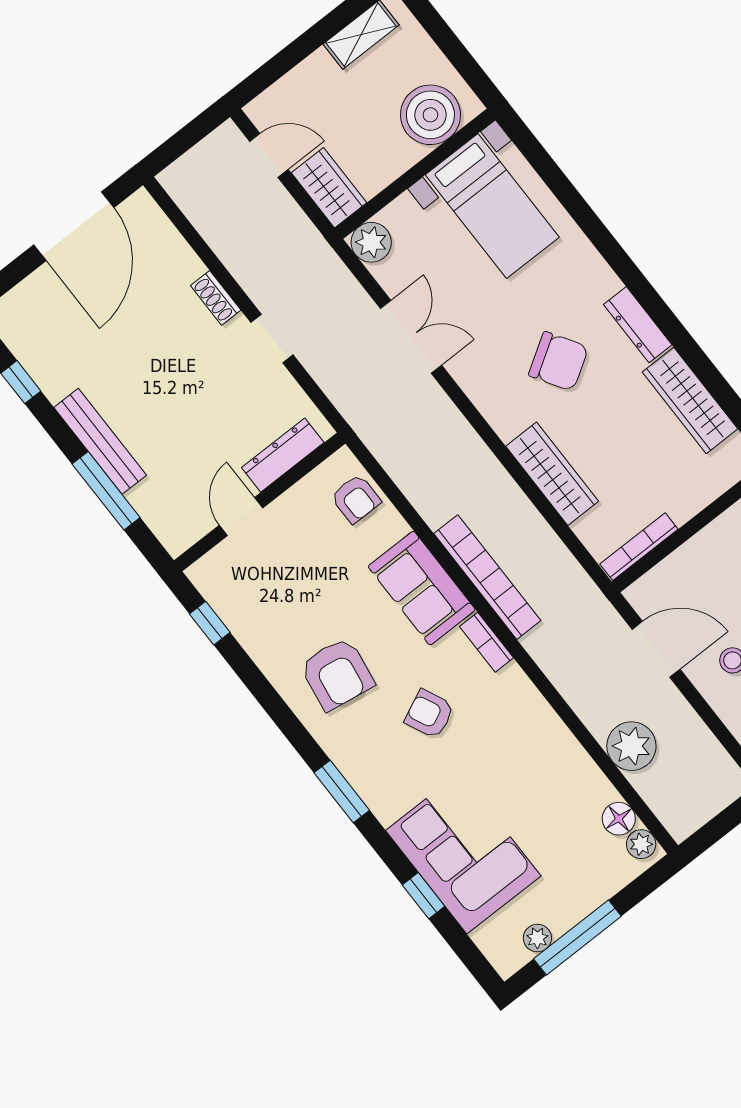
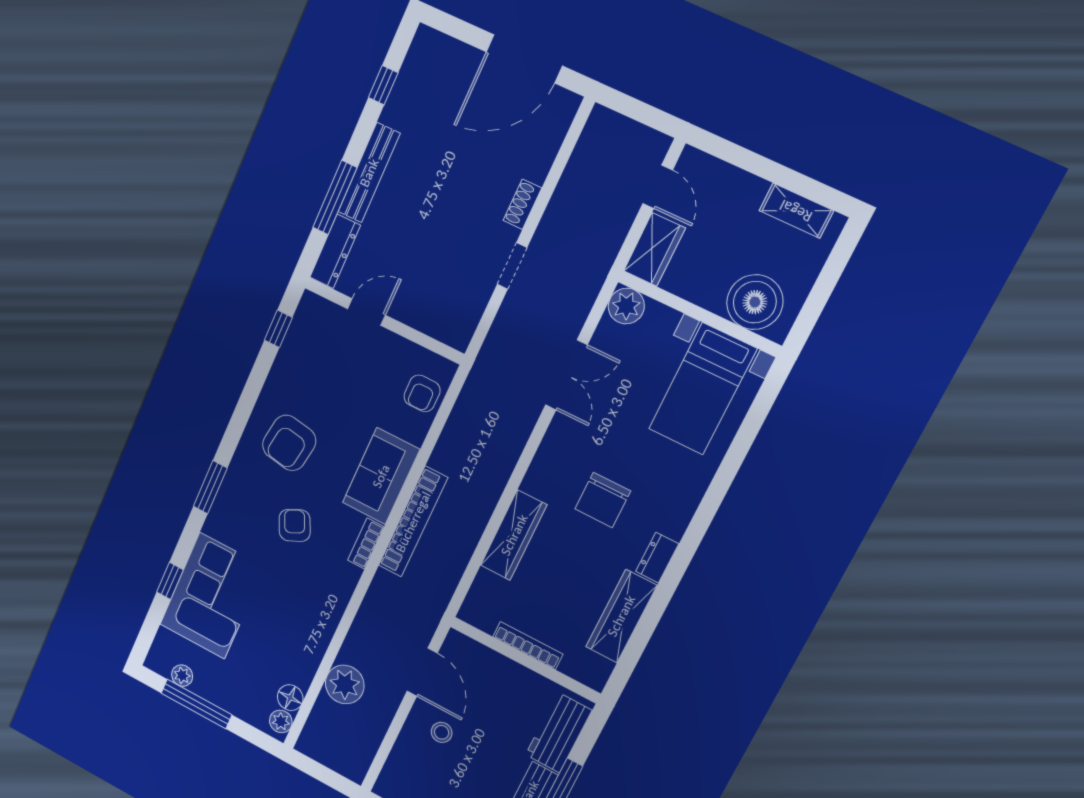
dresser: (638, 325) -> (657, 558), width x0.70
chair: (558, 361) -> (603, 500), turned 32
dresser: (283, 455) -> (335, 251), moved, turned 90
bookcase: (639, 547) -> (528, 645), moved

